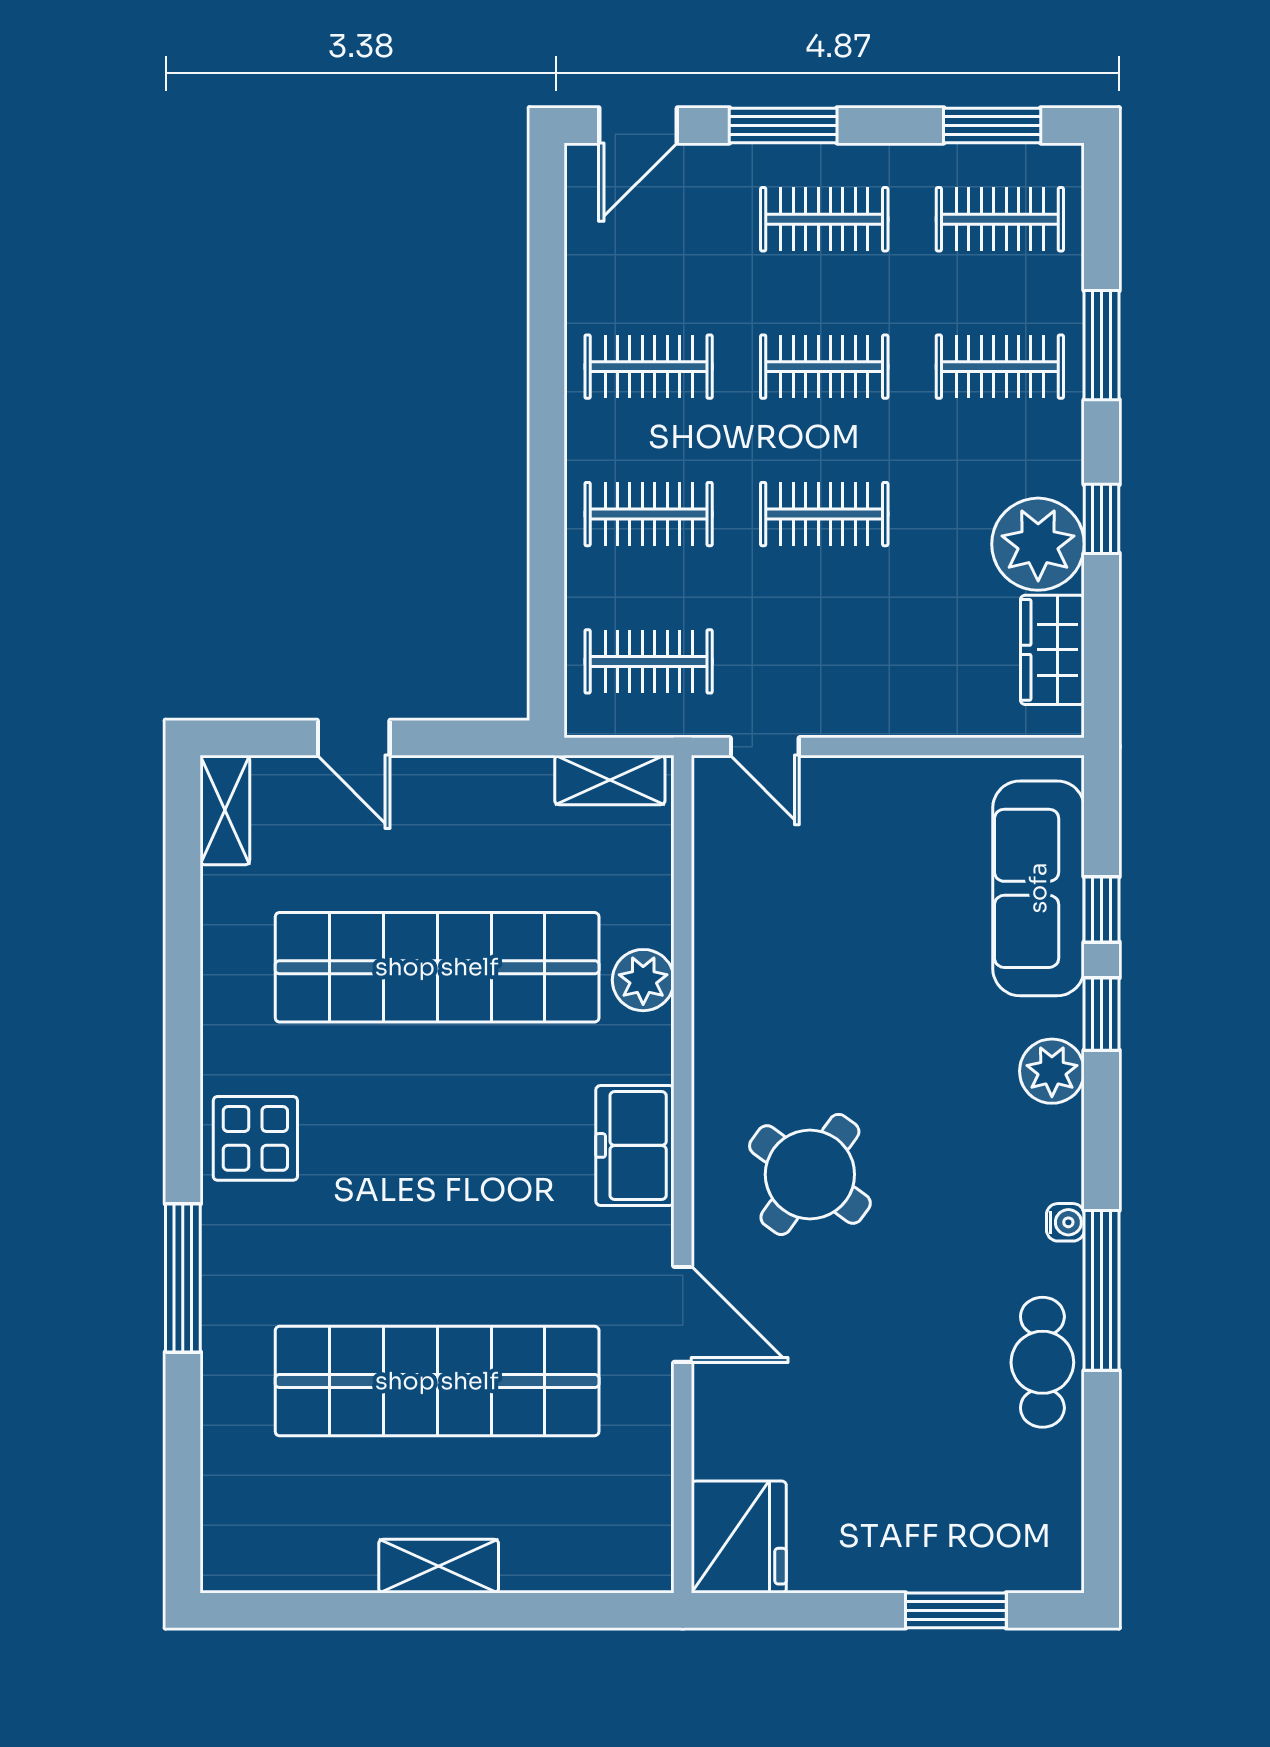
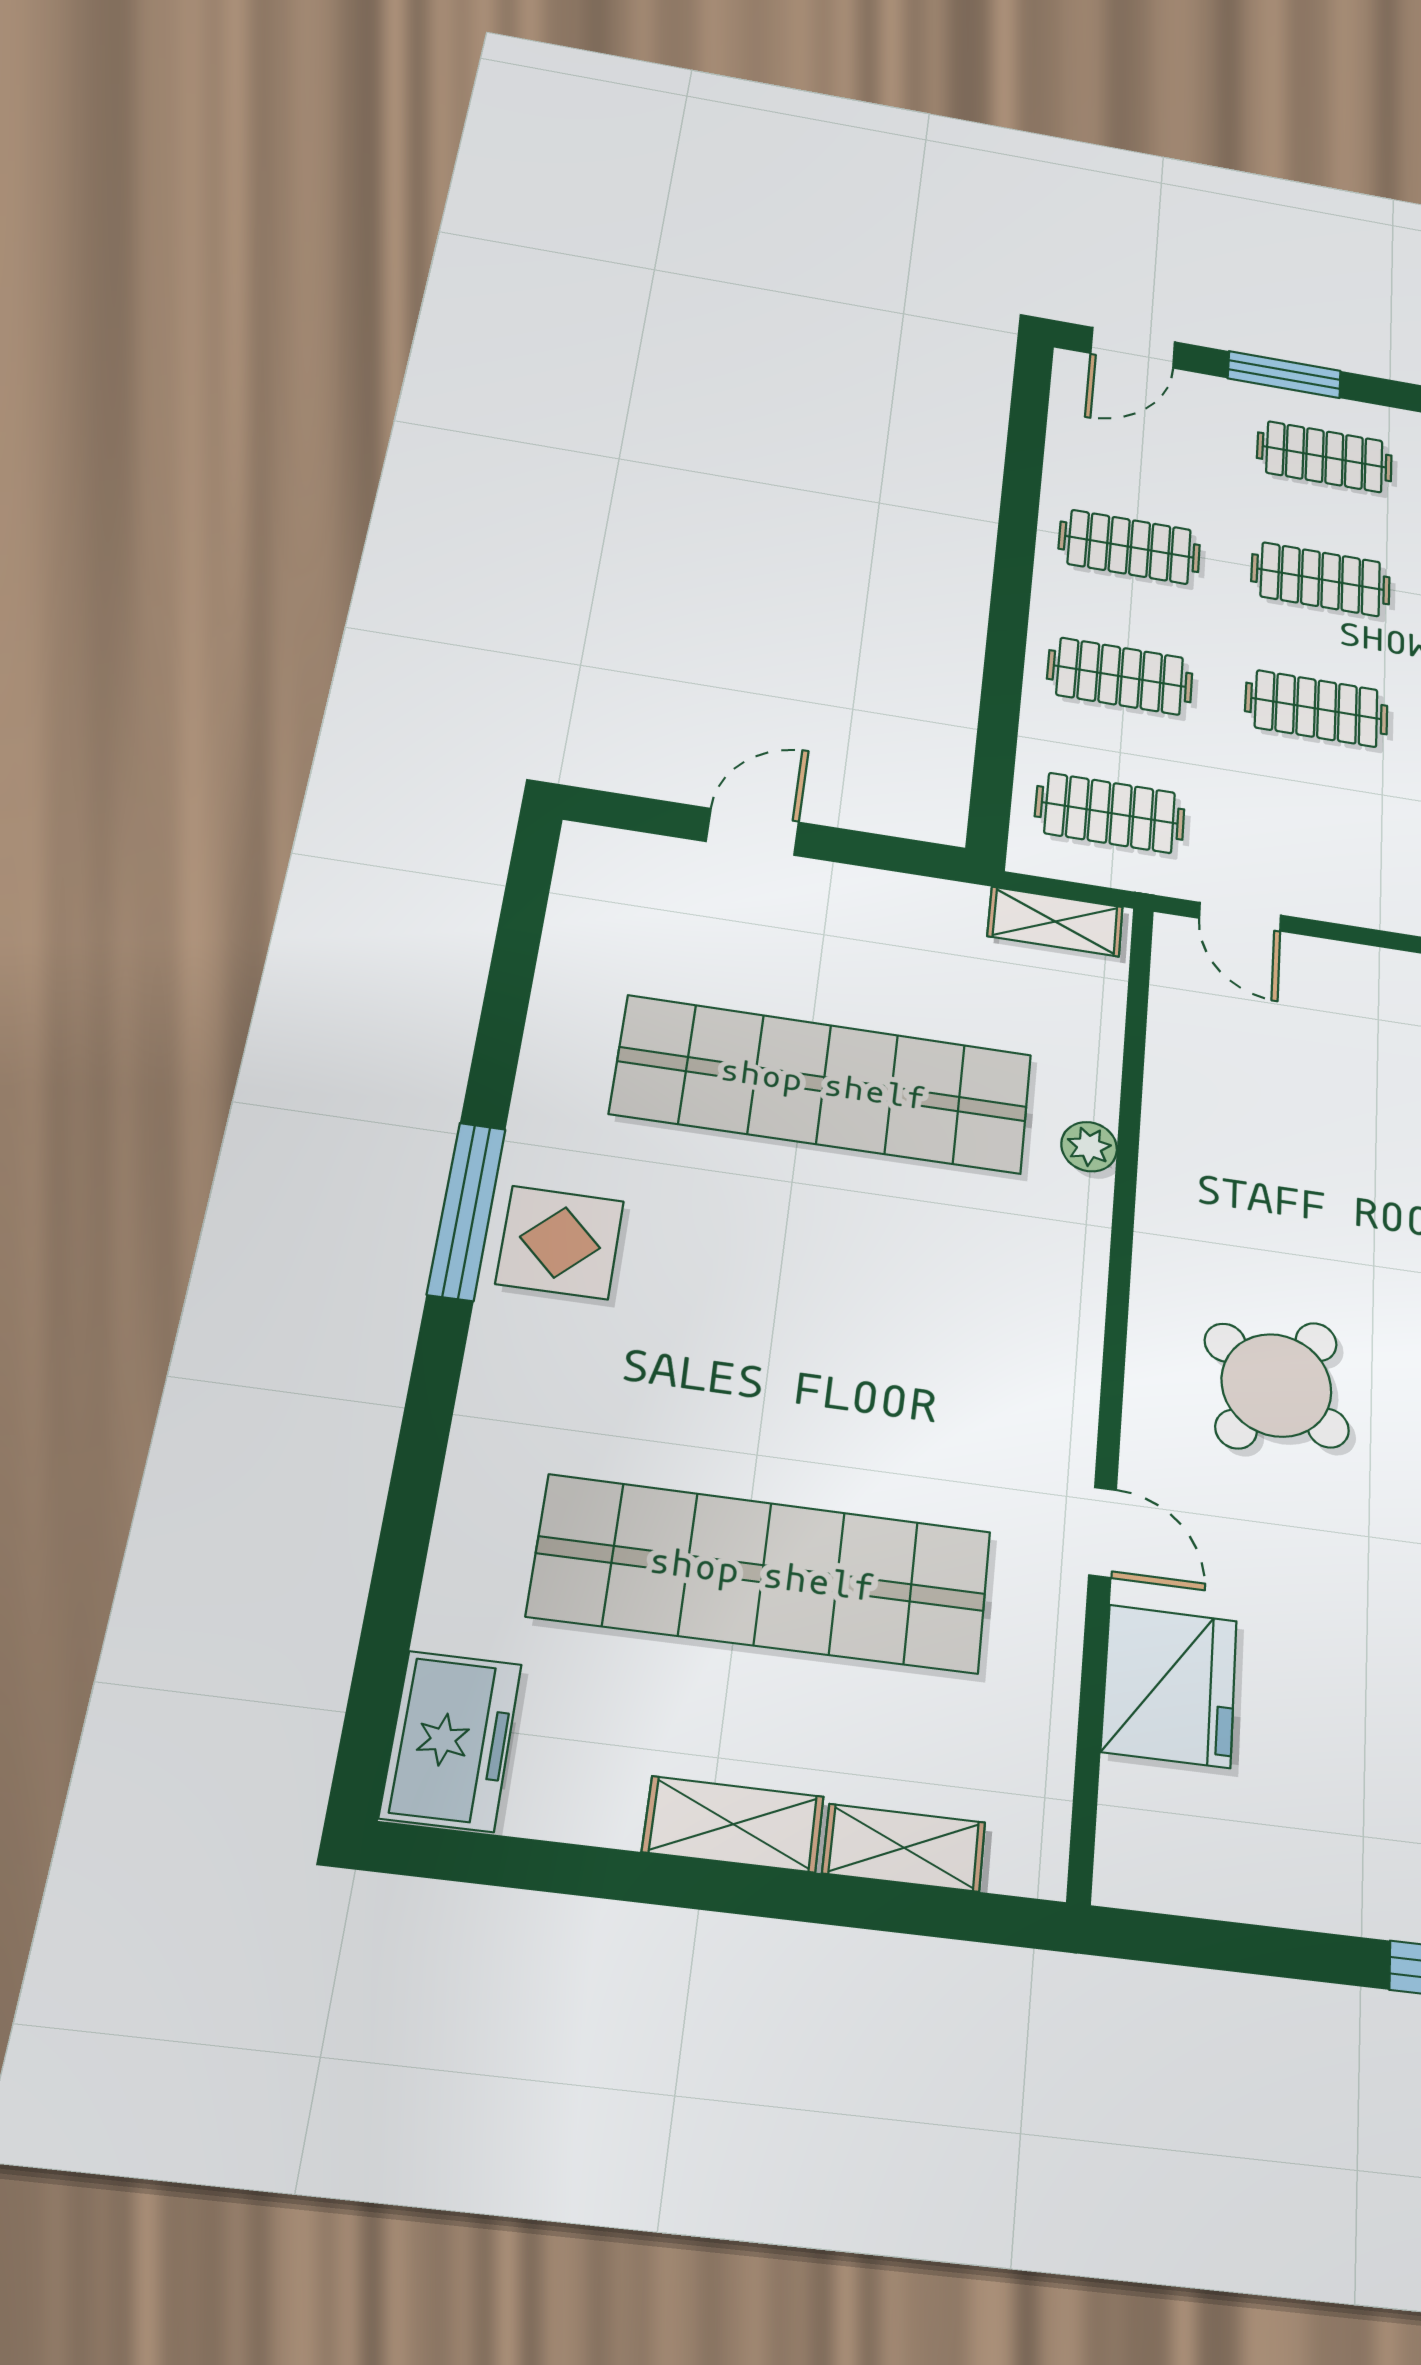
door: (354, 738) -> (752, 832), swing flipped
shelving: (225, 810) -> (904, 1848), moved, turned 90
plant: (643, 980) -> (1089, 1147), width x0.73, depth x0.73
freezer: (635, 1145) -> (451, 1741), moved, turned 180
window: (183, 1278) -> (467, 1211), moved
door: (683, 1314) -> (1103, 1532), width x0.73
fridge: (739, 1537) -> (1169, 1686), moved

